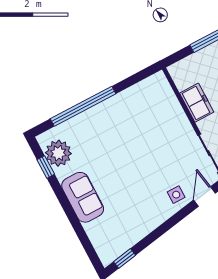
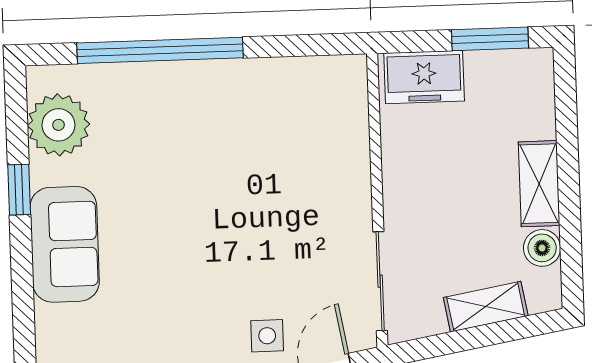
freezer: (197, 103) -> (424, 77), moved, turned 90
window: (46, 167) -> (19, 190), moved

